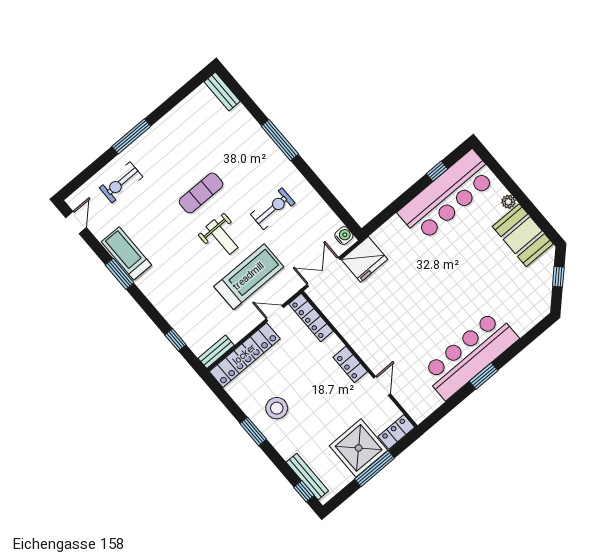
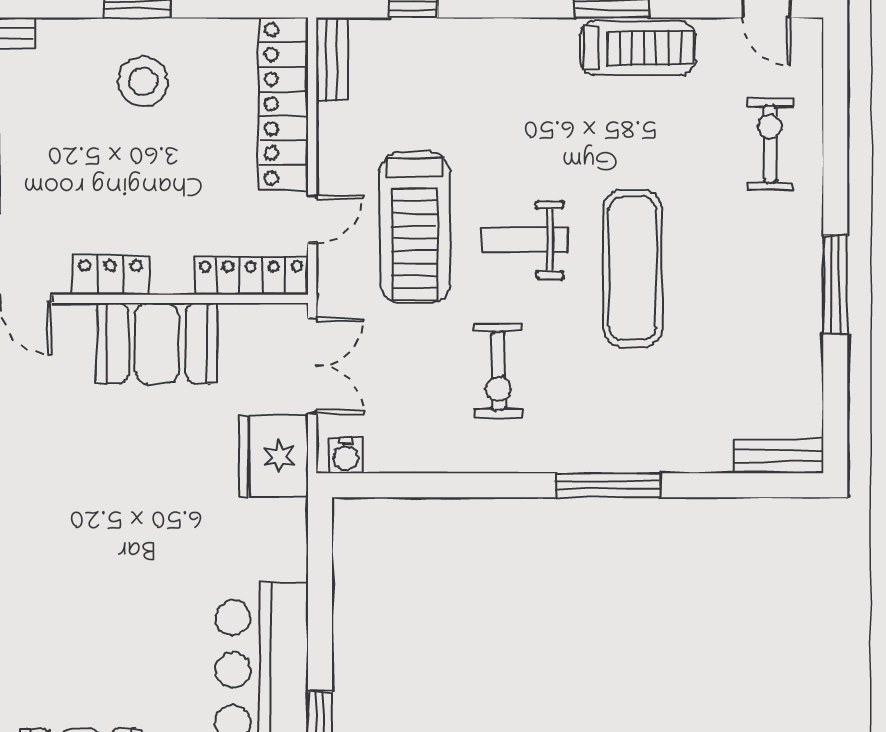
window: (131, 136) -> (835, 285), moved
exercise mat: (201, 193) -> (633, 269), width x1.36, depth x1.45
booth: (360, 330) -> (157, 343), added

